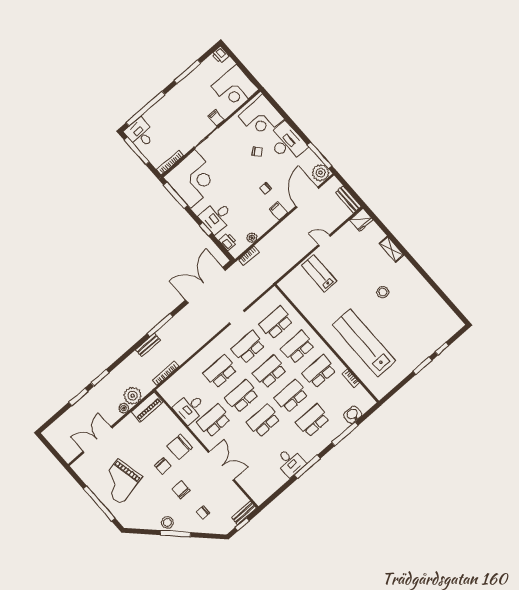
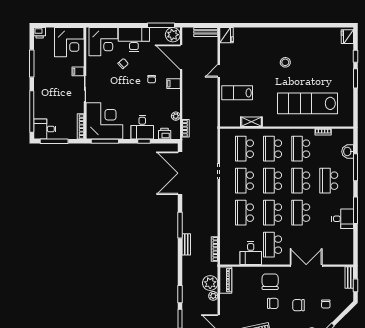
shelving: (392, 249) -> (251, 122), moved
fridge: (453, 327) -> (347, 37), added
chair: (180, 447) -> (270, 282), turned 180

